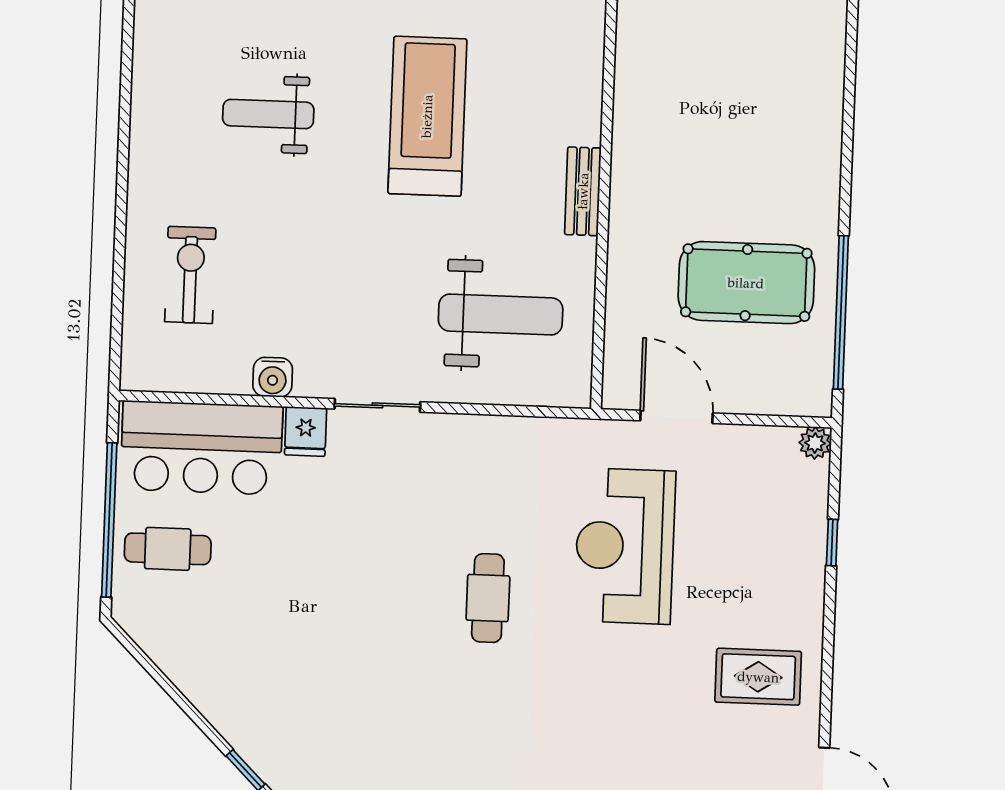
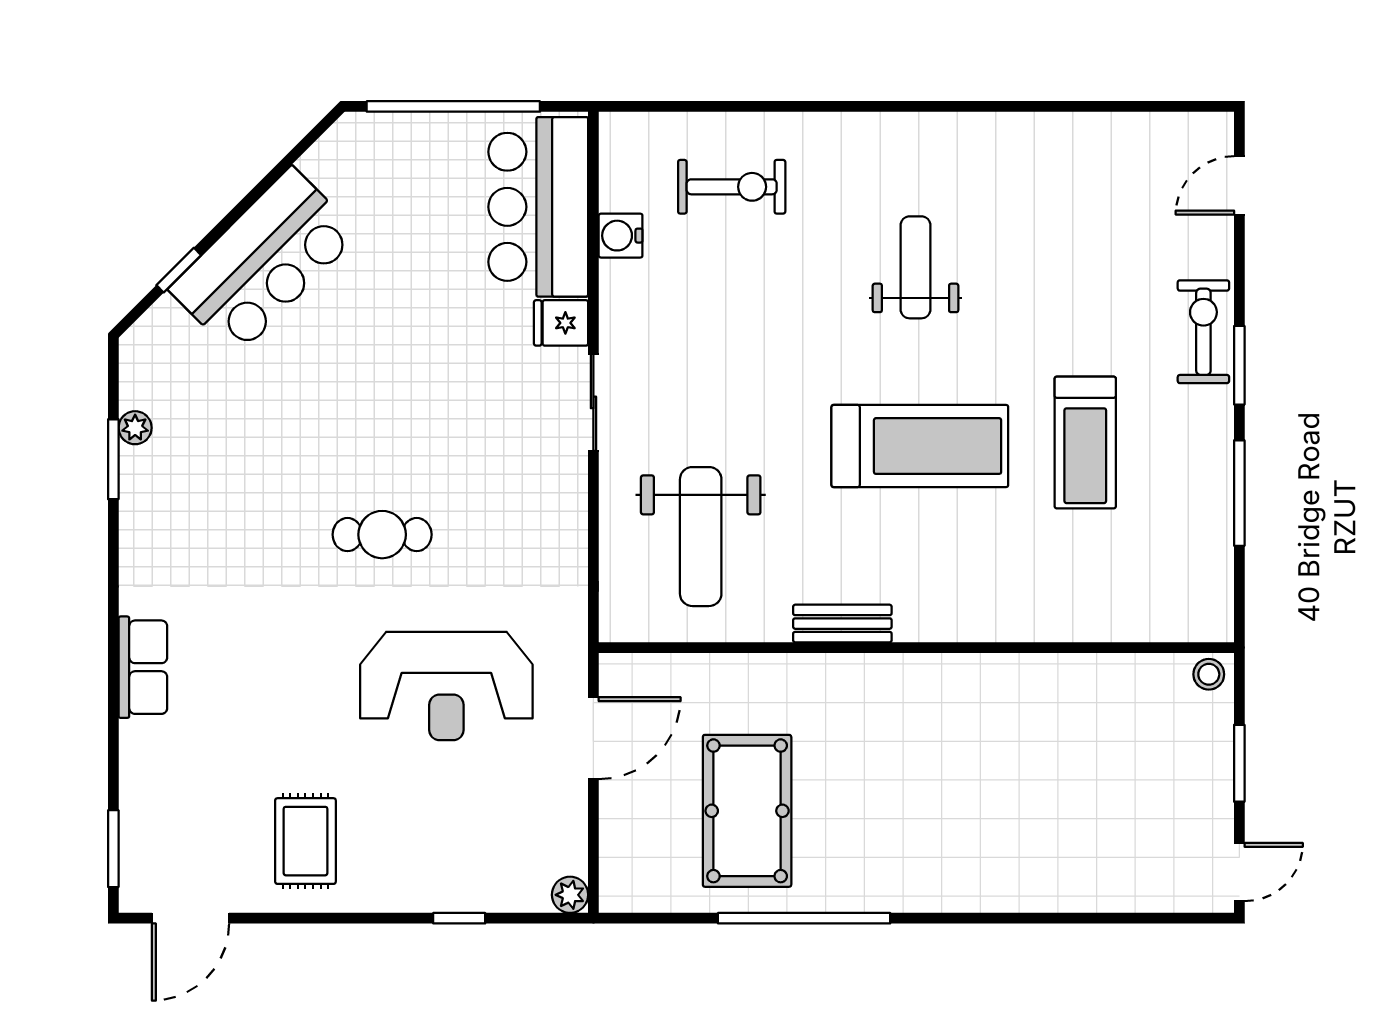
window: (841, 312) -> (804, 918), moved
water cooler: (273, 377) -> (621, 236), moved
reception desk: (625, 546) -> (446, 686), turned 180
cafe table: (168, 549) -> (423, 173), removed
bar counter: (241, 694) -> (264, 262), added

